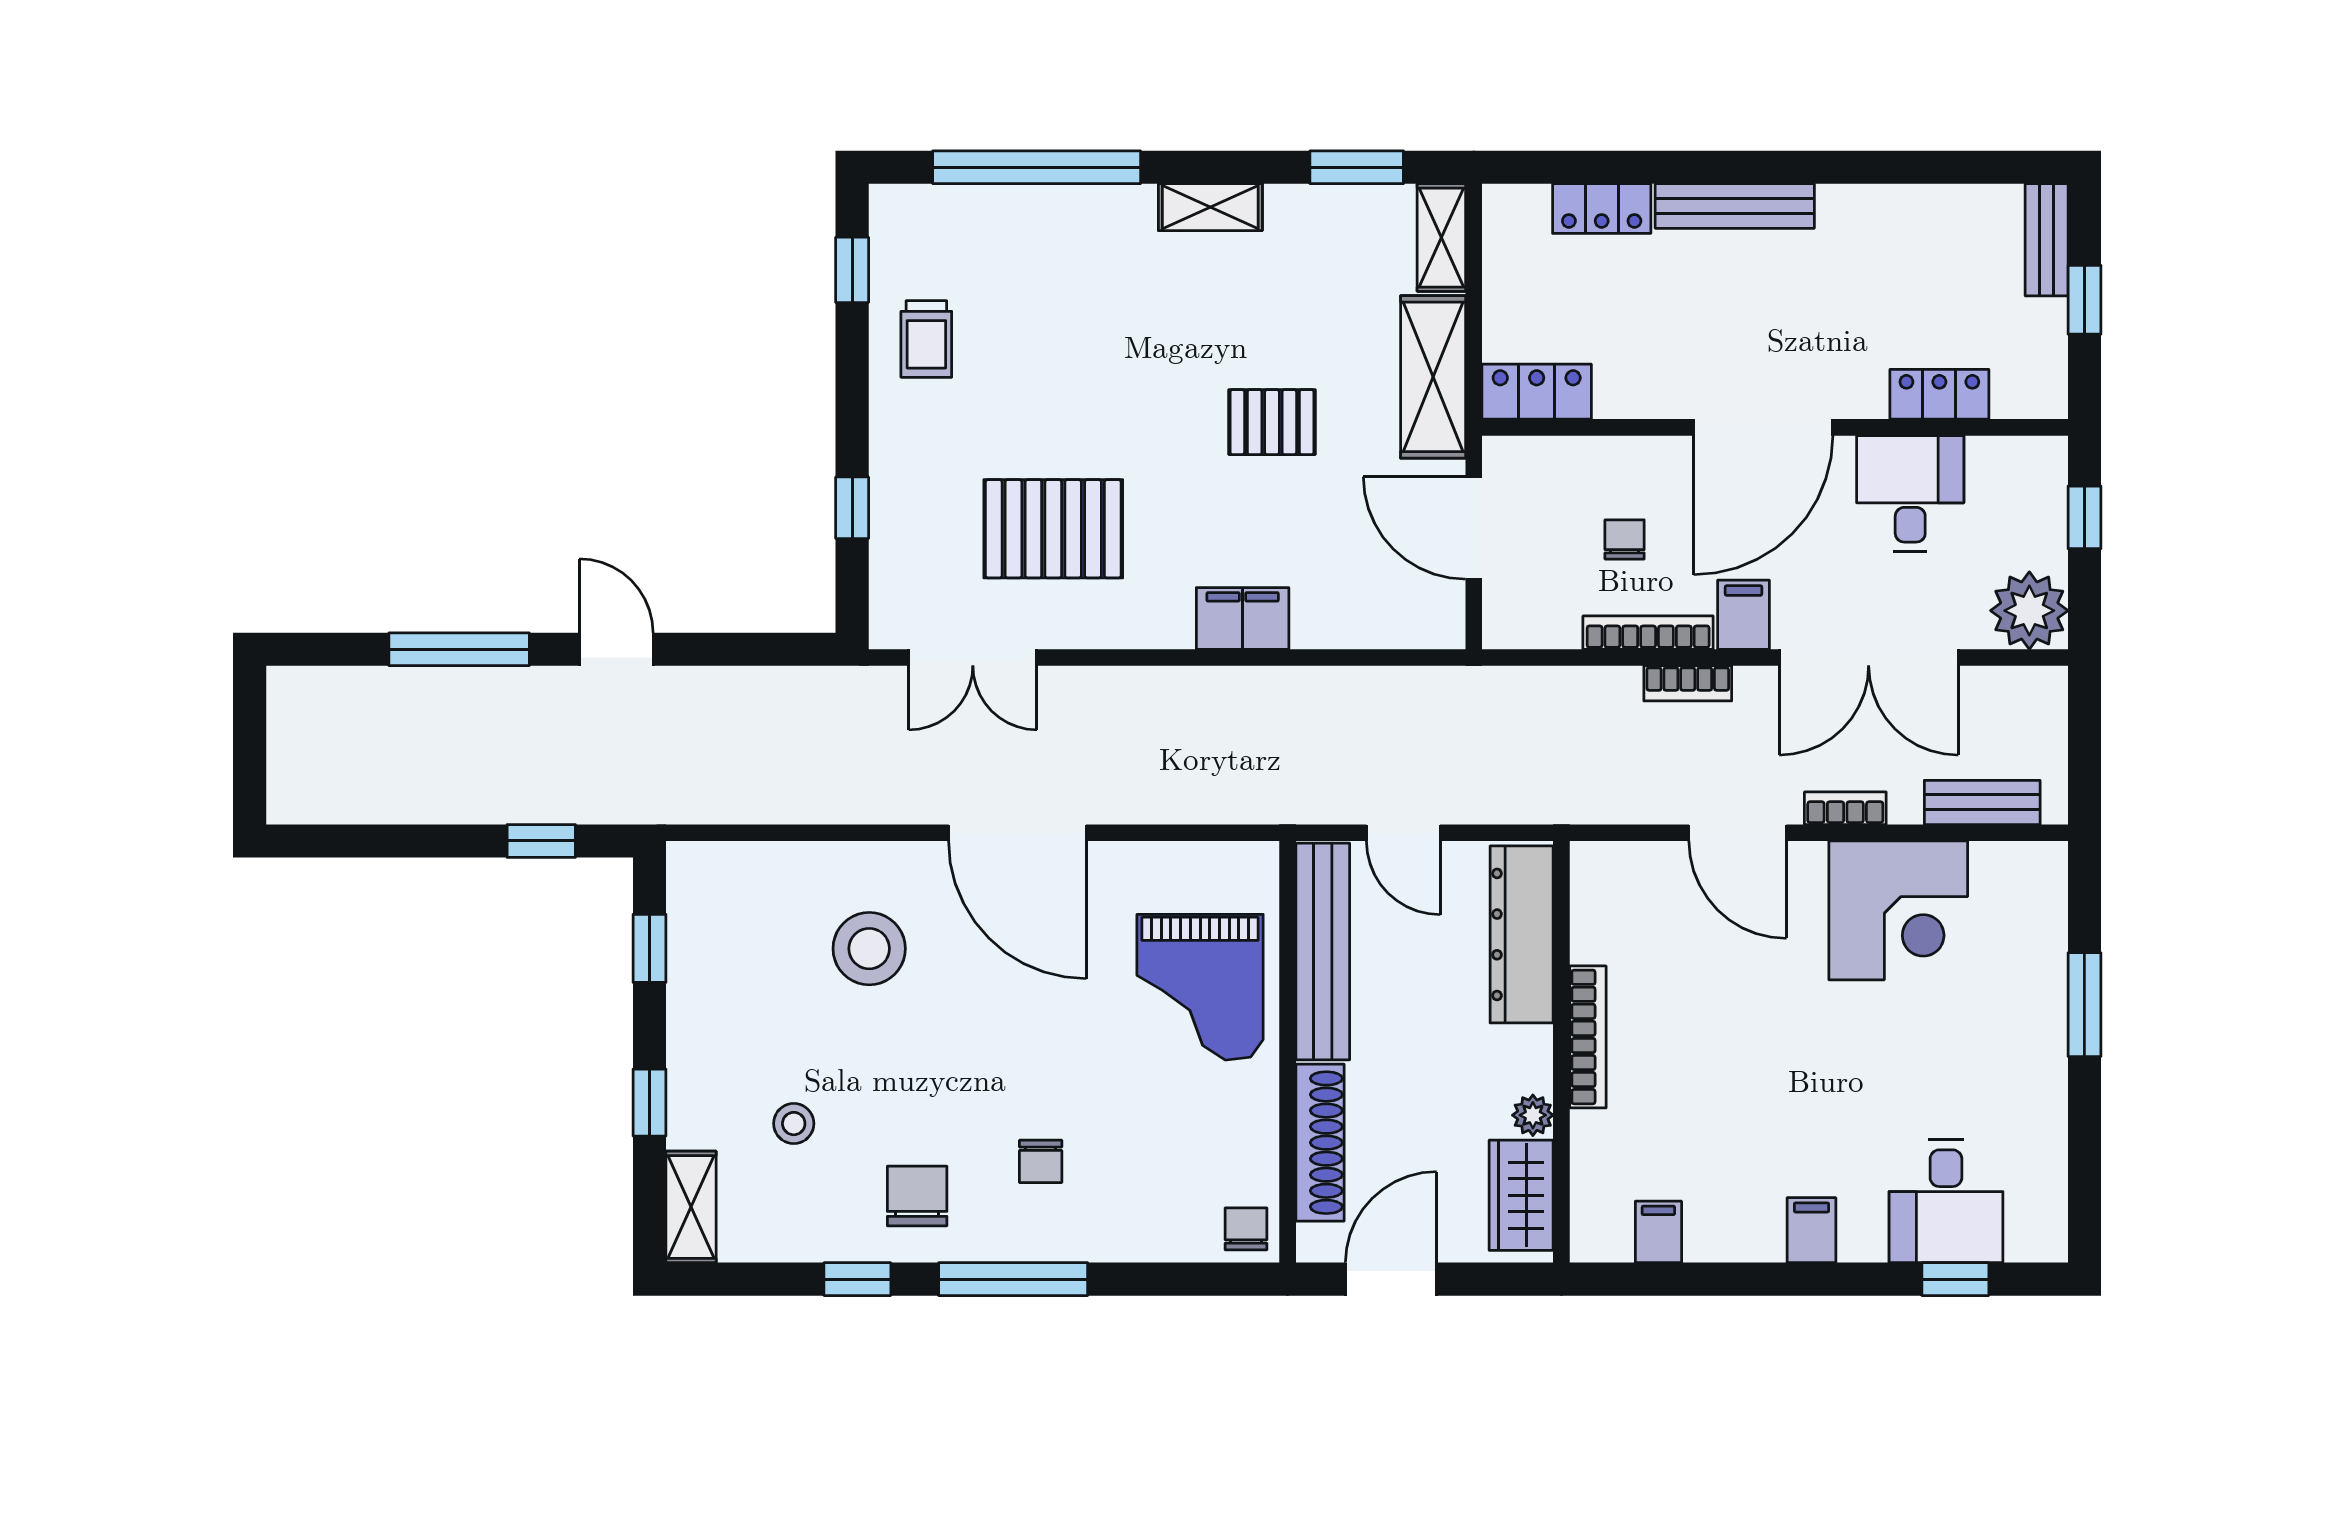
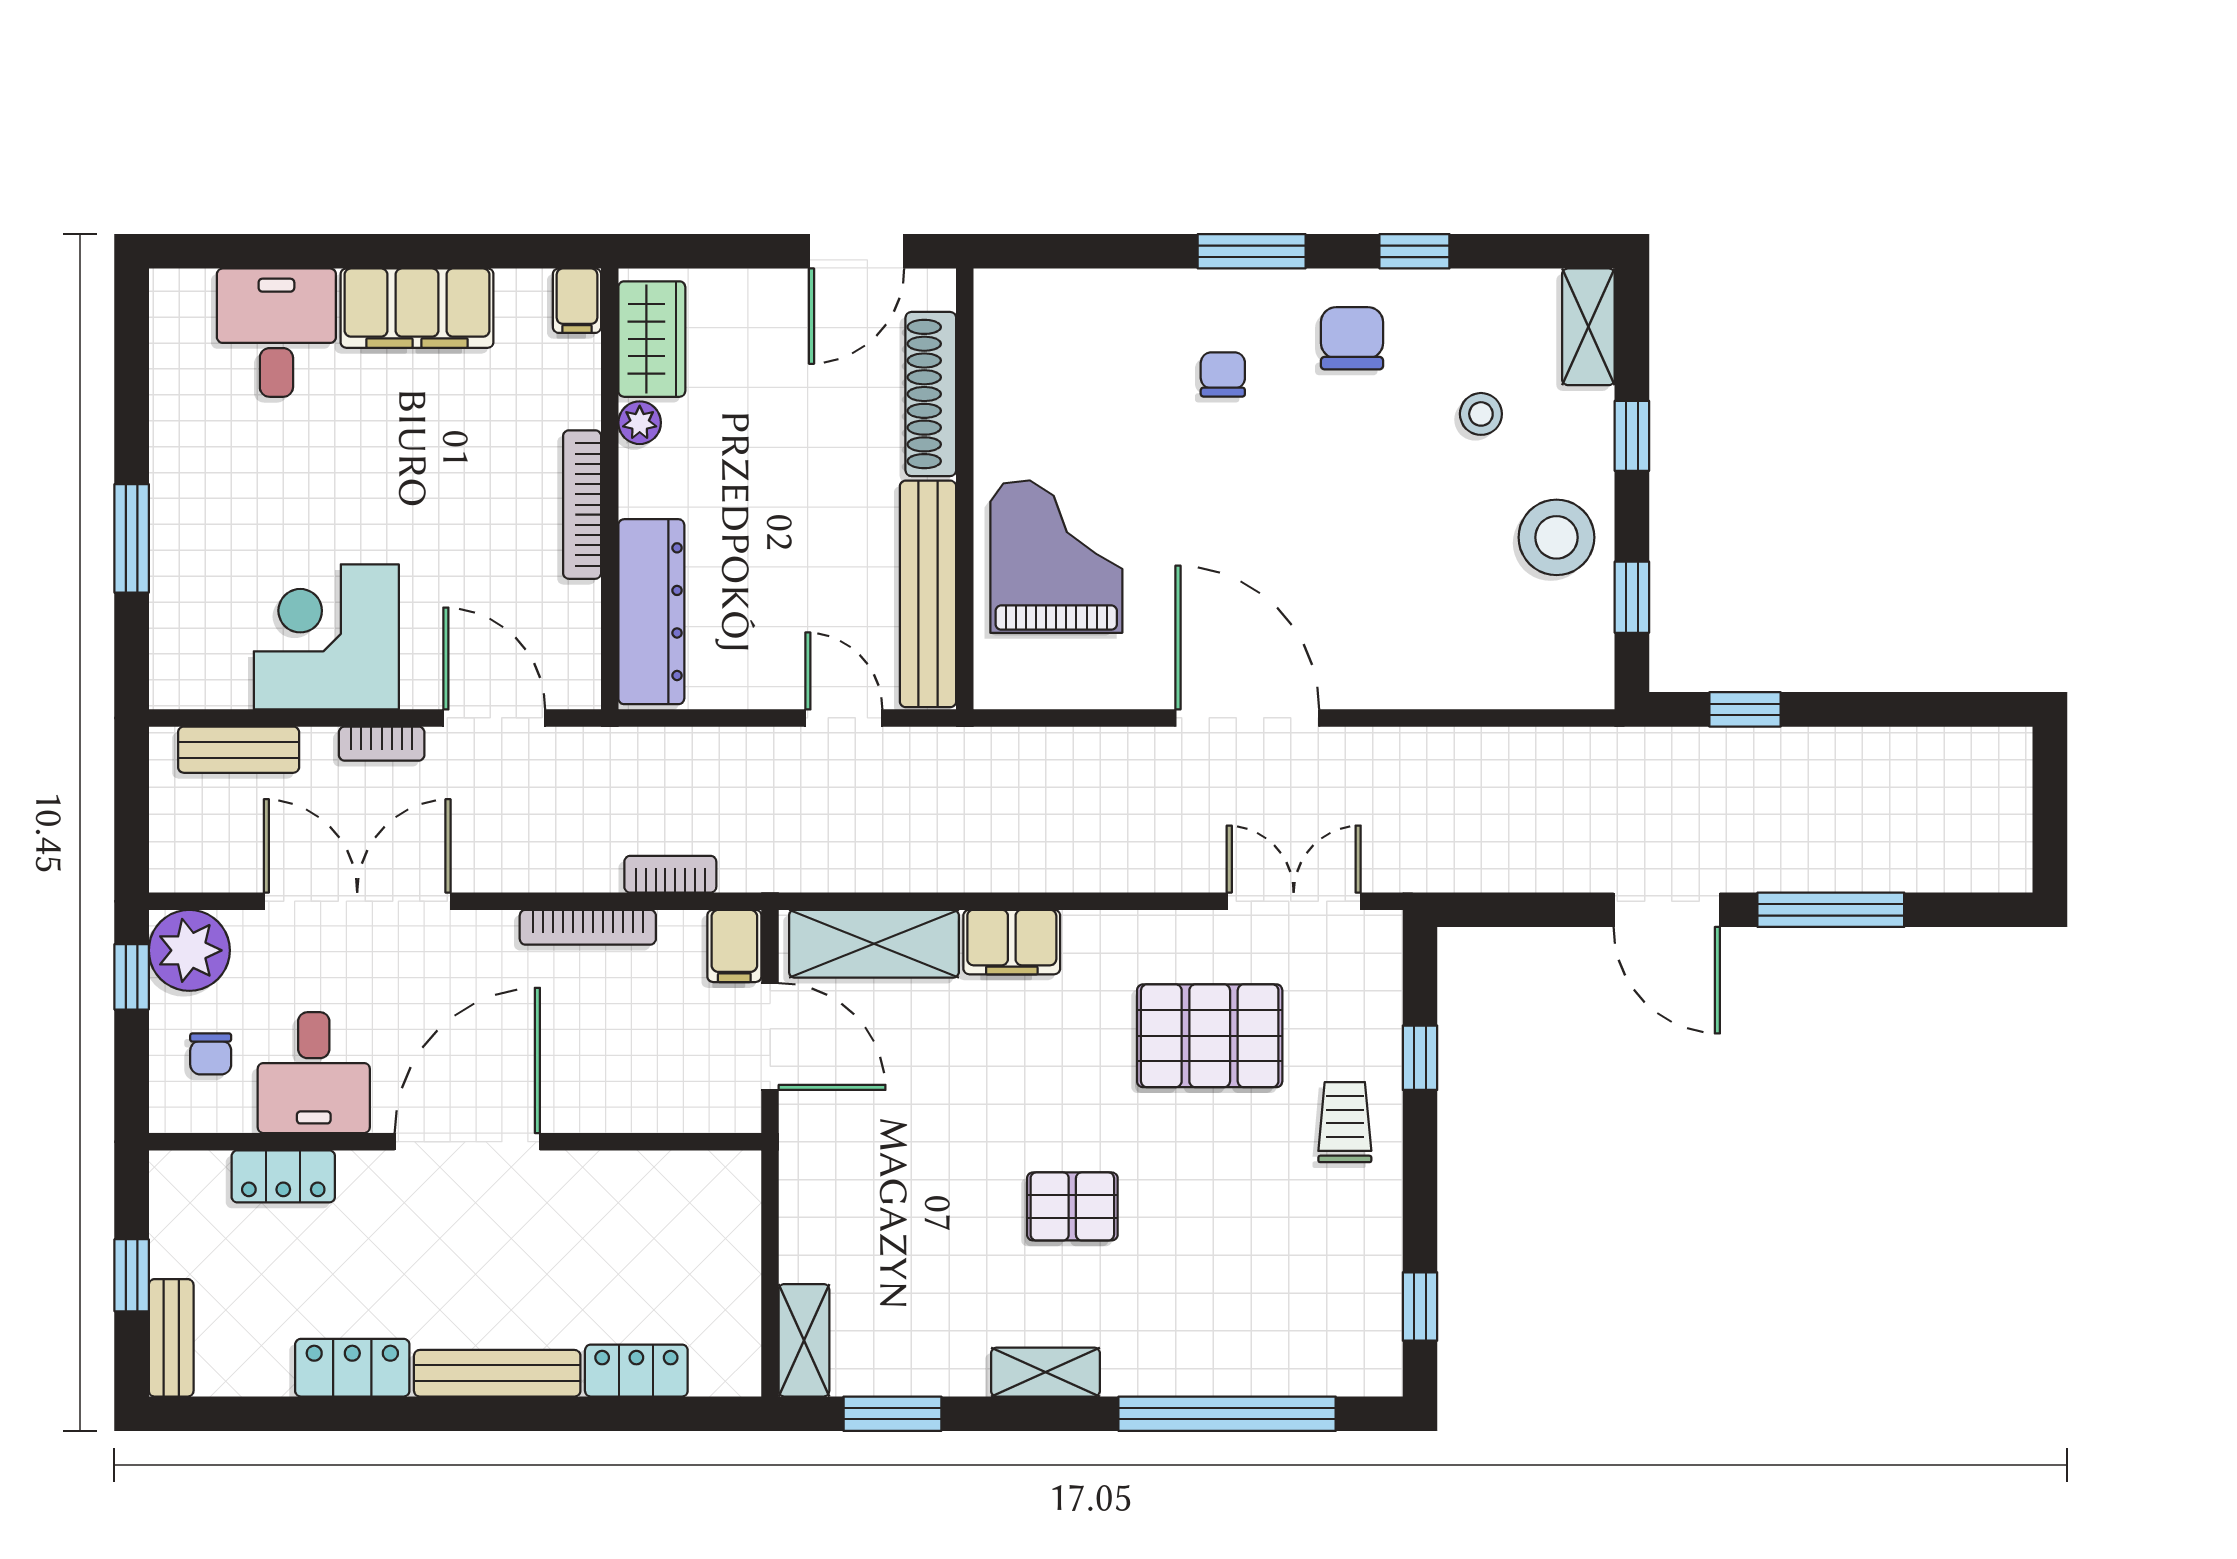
trolley: (926, 339) -> (1345, 1122), moved
shelving: (1433, 377) -> (874, 944), moved, turned 90
locker: (1537, 392) -> (352, 1368), moved, turned 180
pallet: (1272, 422) -> (1072, 1206), moved
window: (2084, 517) -> (132, 977), moved
chair: (1625, 539) -> (211, 1054), moved
filing cabinet: (1743, 615) -> (734, 946), moved
door: (616, 649) -> (1667, 910), width x1.38
bookcase: (1688, 683) -> (670, 874), moved
dresser: (1522, 934) -> (651, 612), moved
stool: (869, 949) -> (1556, 537), moved
bookcase: (1588, 1037) -> (582, 505), moved
wall: (1561, 1052) -> (610, 489), moved
plant: (1533, 1115) -> (640, 423), moved
wardrobe: (1521, 1195) -> (652, 339), moved
chair: (917, 1196) -> (1352, 338), turned 180
chair: (1246, 1229) -> (1008, 304), removed
filing cabinet: (1811, 1230) -> (417, 308), width x3.00, depth x1.17
window: (1013, 1279) -> (1252, 251), width x0.69
window: (1955, 1279) -> (267, 251), removed

